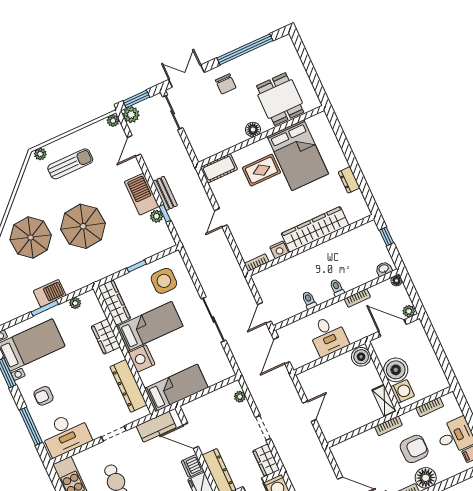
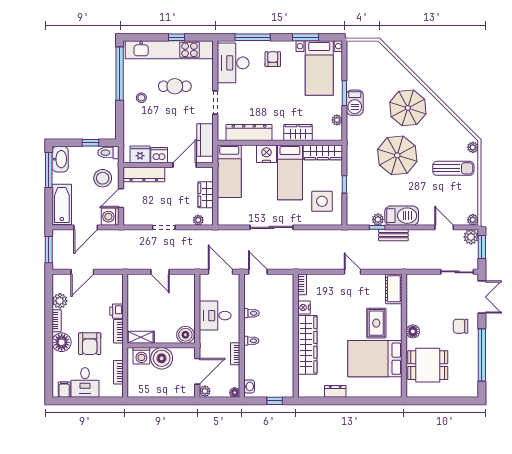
sun lounger: (70, 164) -> (453, 168), turned -90
printer: (369, 437) -> (116, 311), added
wardrobe: (266, 460) -> (206, 195), moved, turned -90

